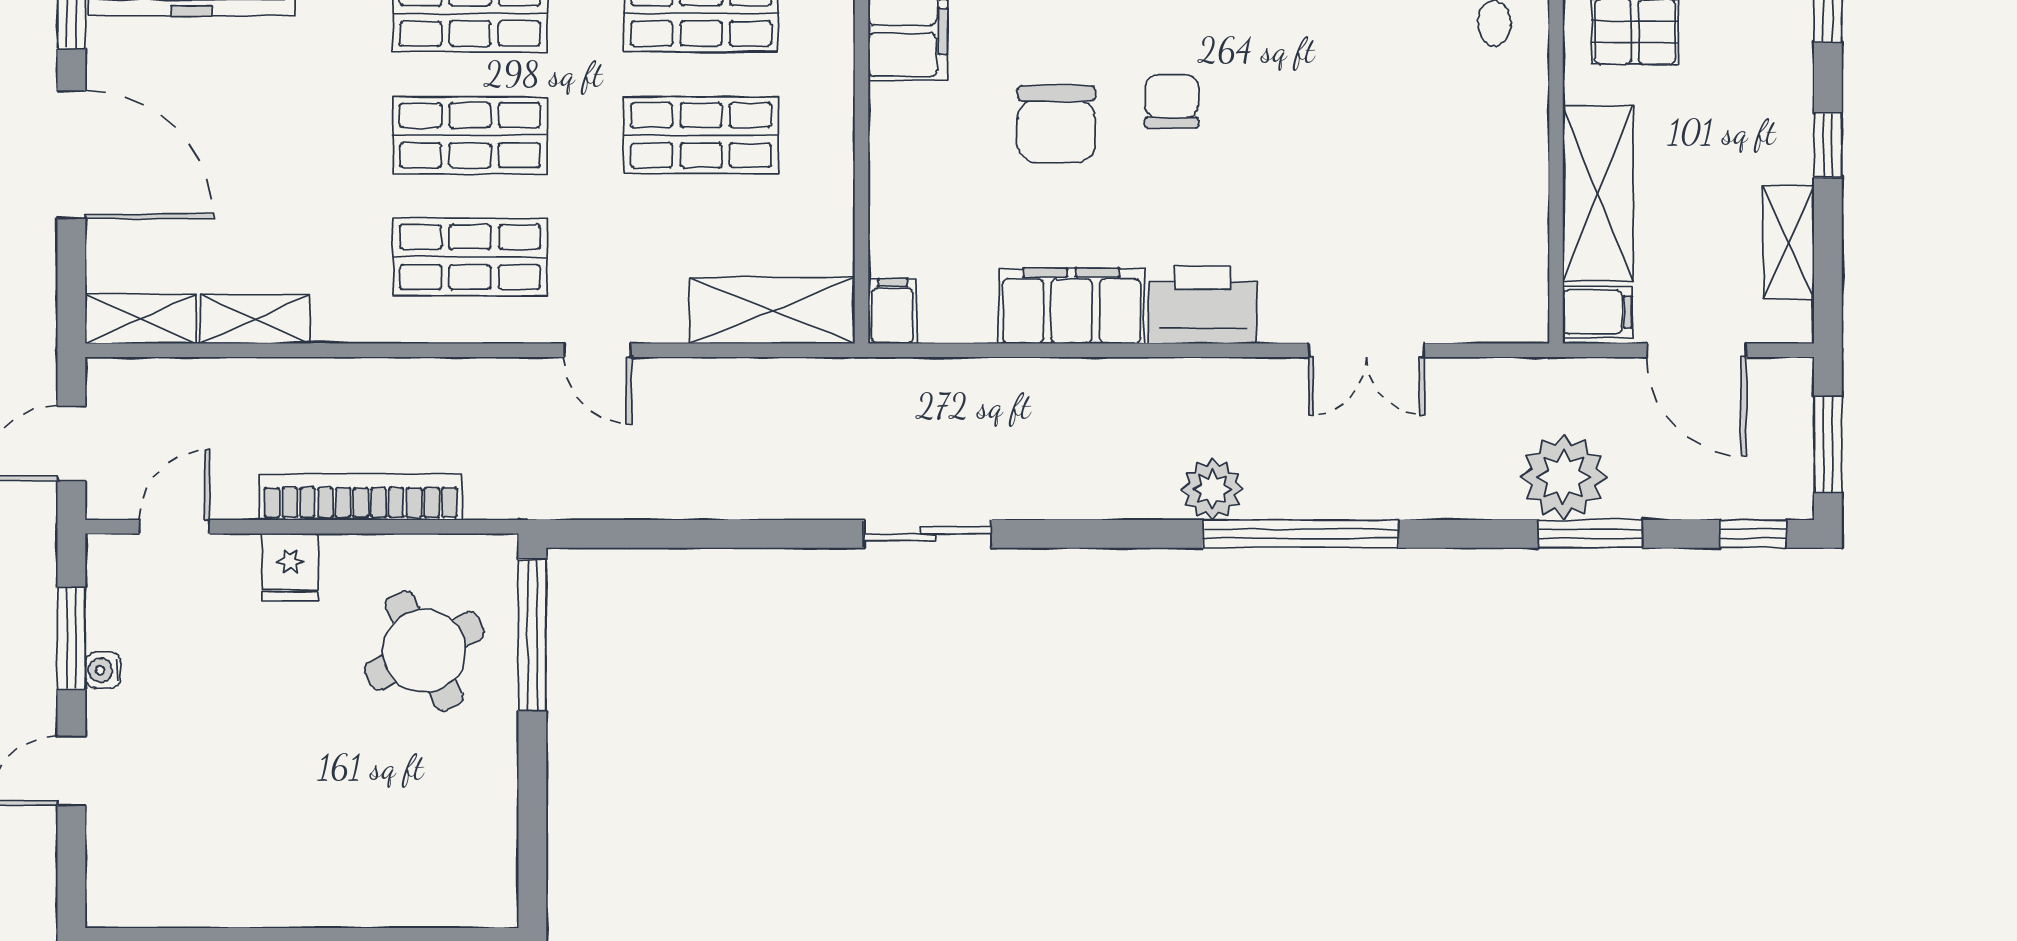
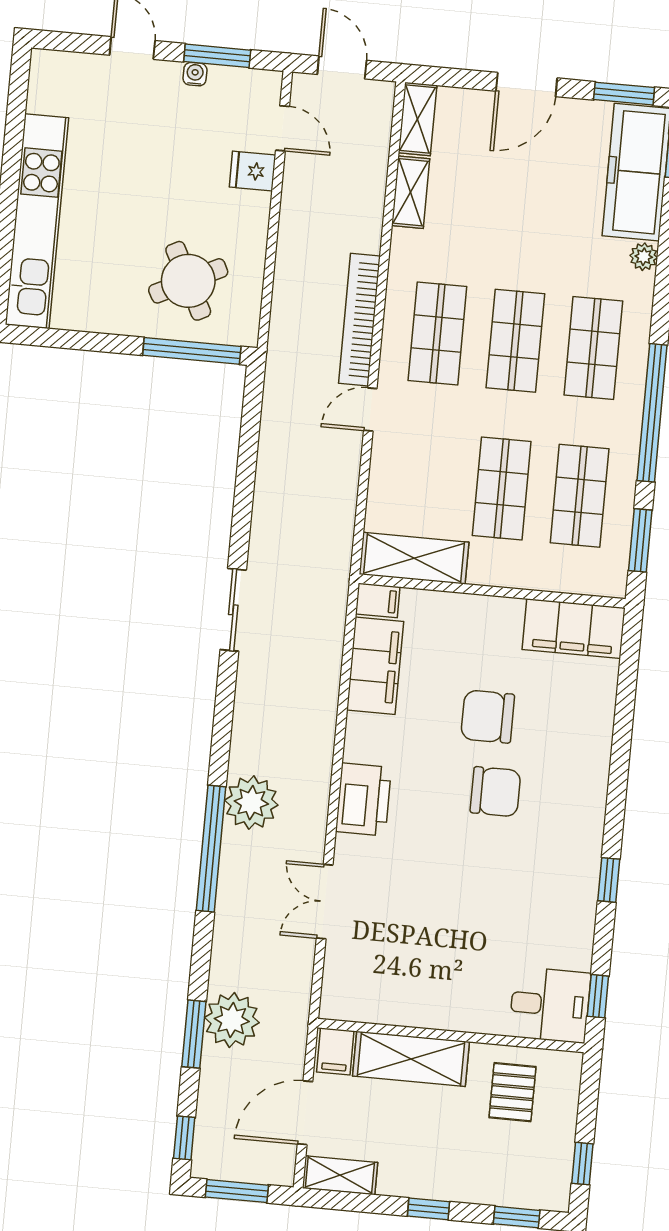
chair: (1172, 101) -> (495, 792), width x1.37, depth x1.37
door: (71, 155) -> (527, 85), width x0.73
shelving: (1789, 242) -> (340, 1175), moved
filing cabinet: (1071, 306) -> (375, 666), moved
shelving: (772, 311) -> (414, 558), moved, turned 90
plant: (1212, 489) -> (251, 803), width x1.36, depth x1.36
bookcase: (361, 497) -> (359, 320), moved, turned 180
fridge: (290, 567) -> (253, 171), moved
kitchen unit: (354, 894) -> (37, 221), added

